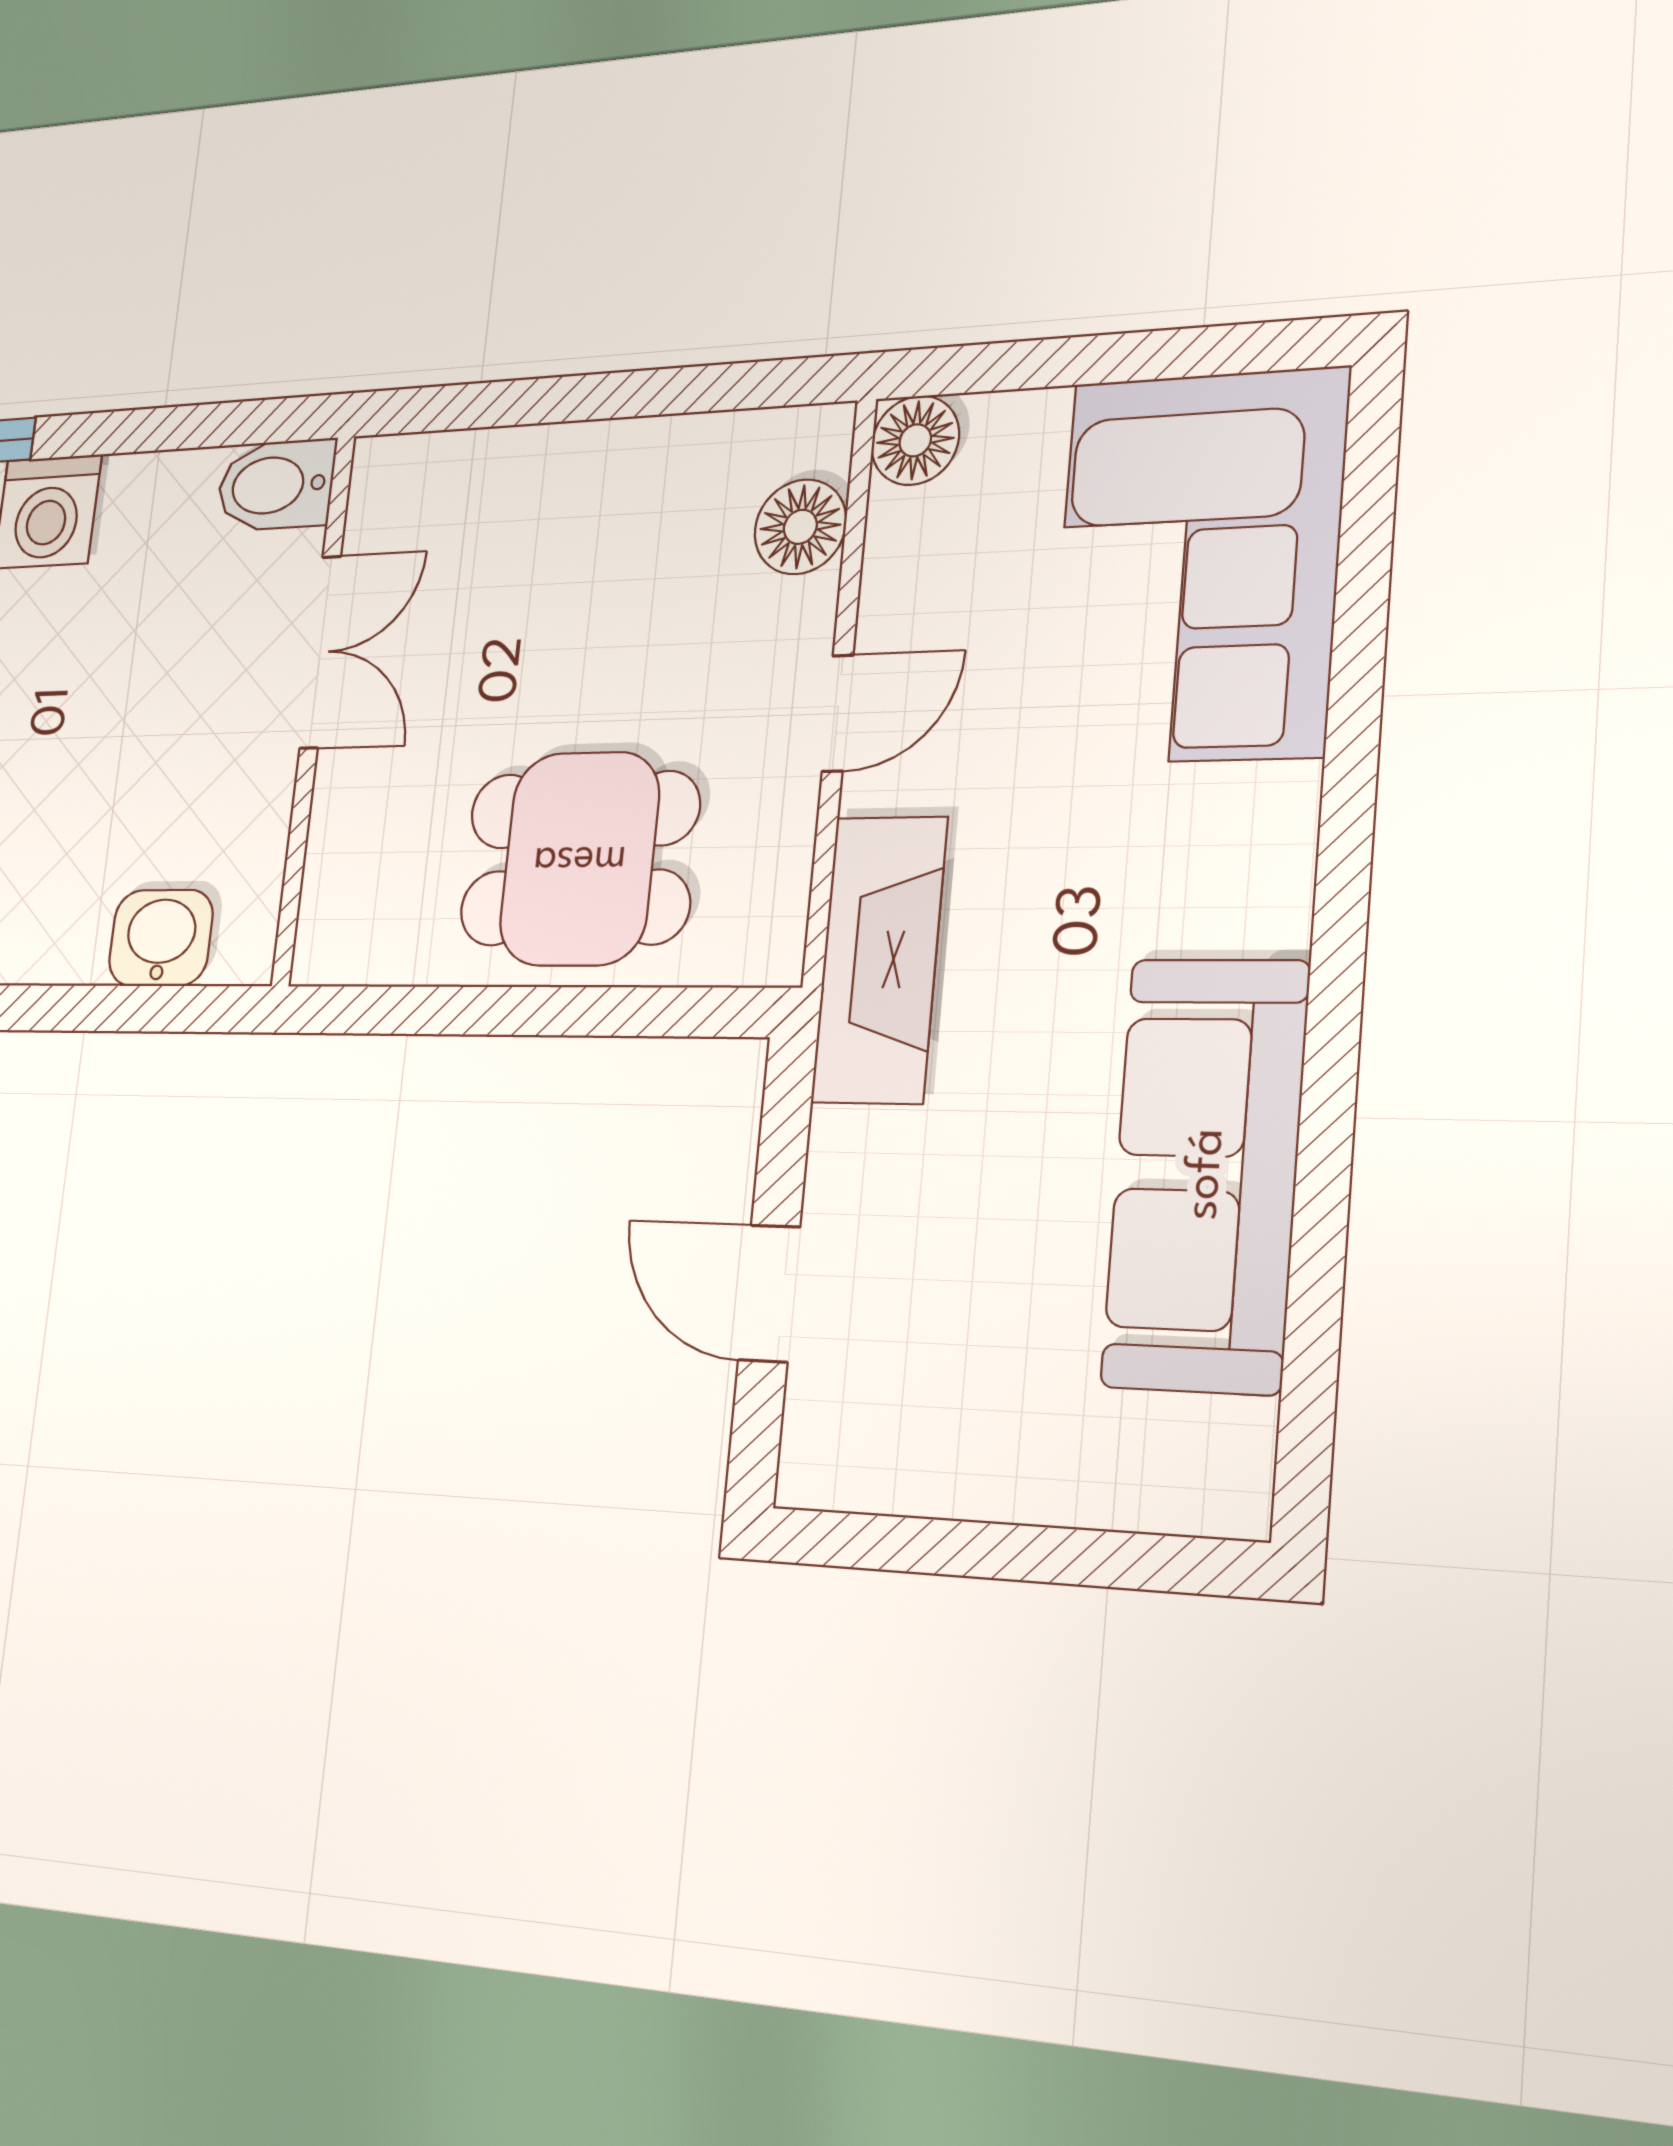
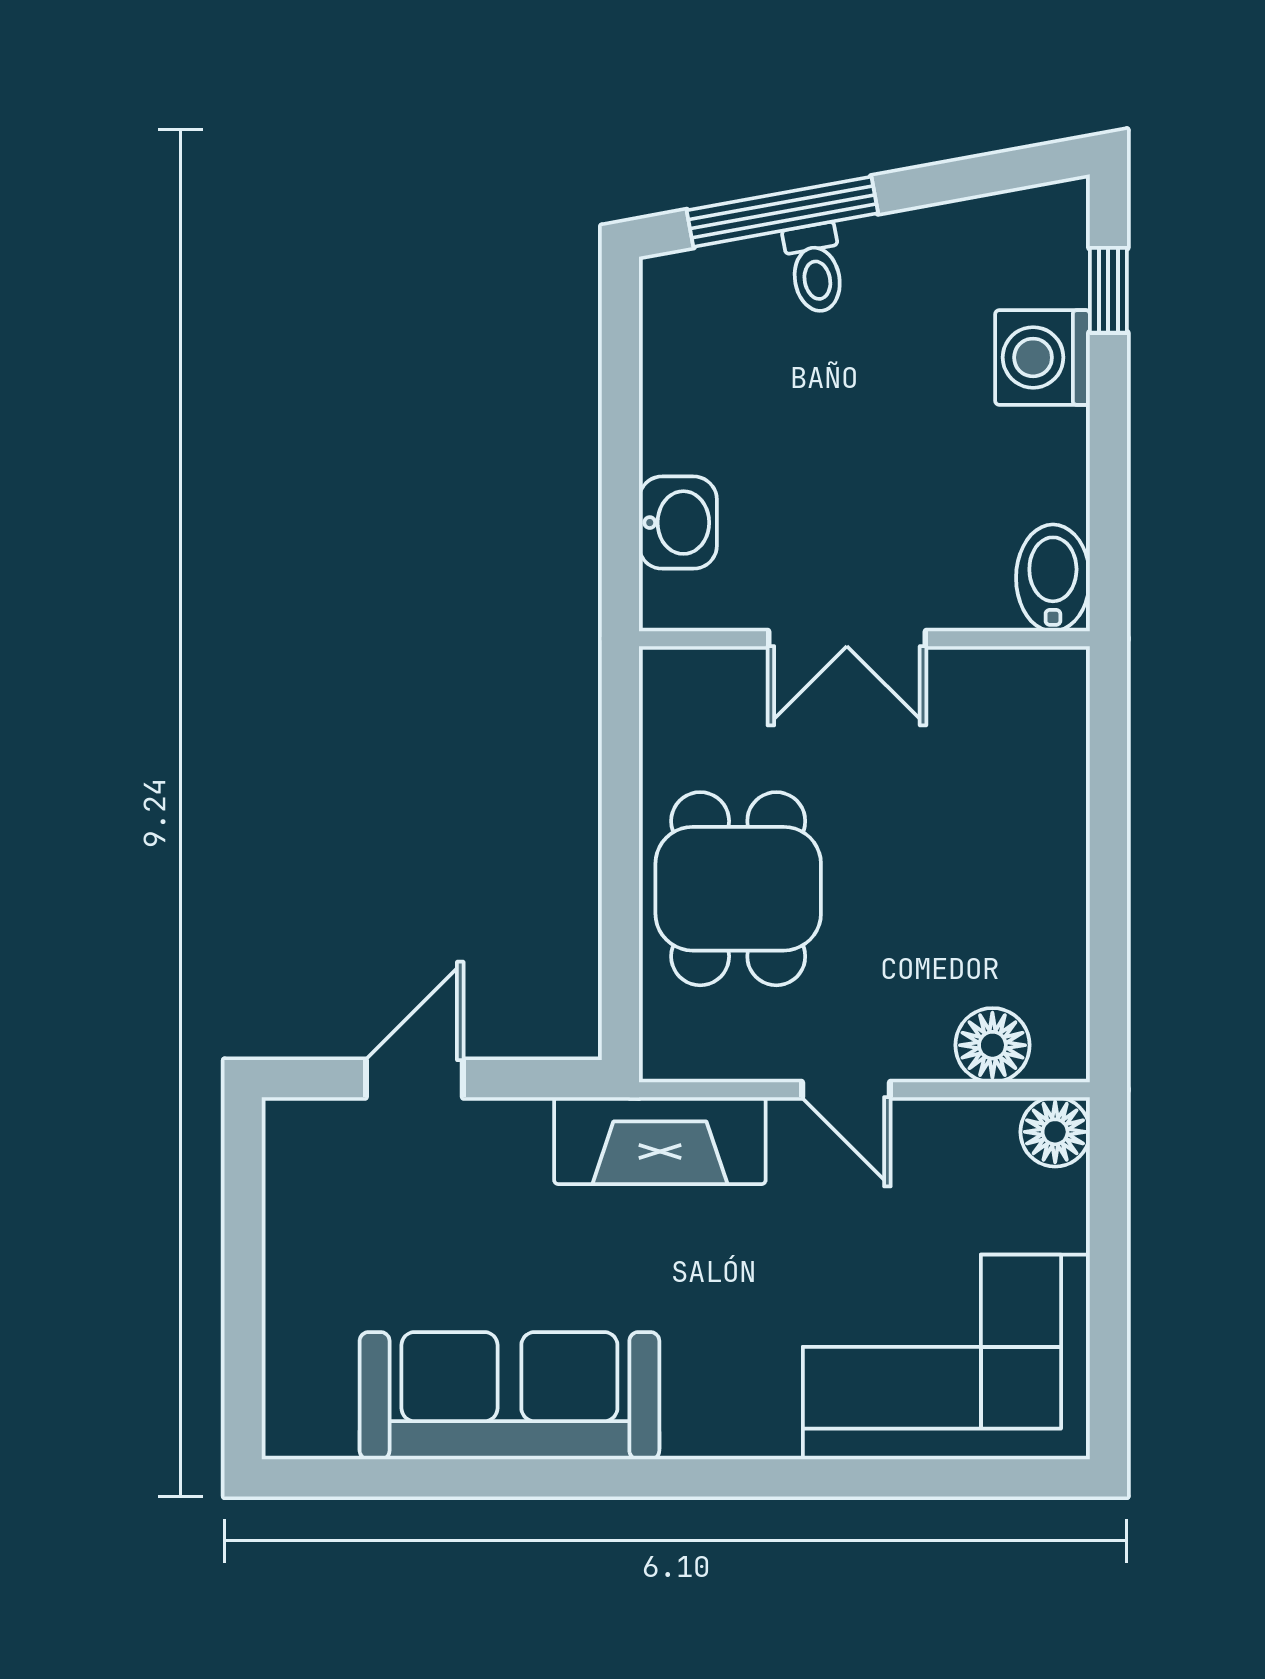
double door: (320, 652) -> (847, 639), moved

